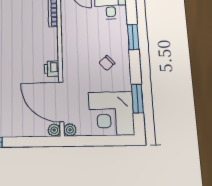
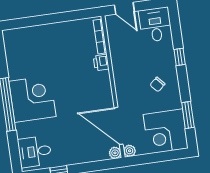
window: (133, 37) -> (180, 57), width x0.67
printer: (52, 69) -> (101, 62), moved

